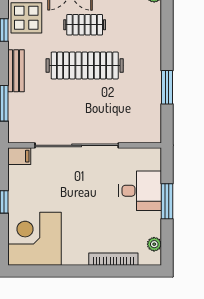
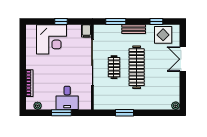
clothes rail: (85, 25) -> (114, 67), moved
corner desk: (35, 239) -> (51, 39), moved, turned 90

